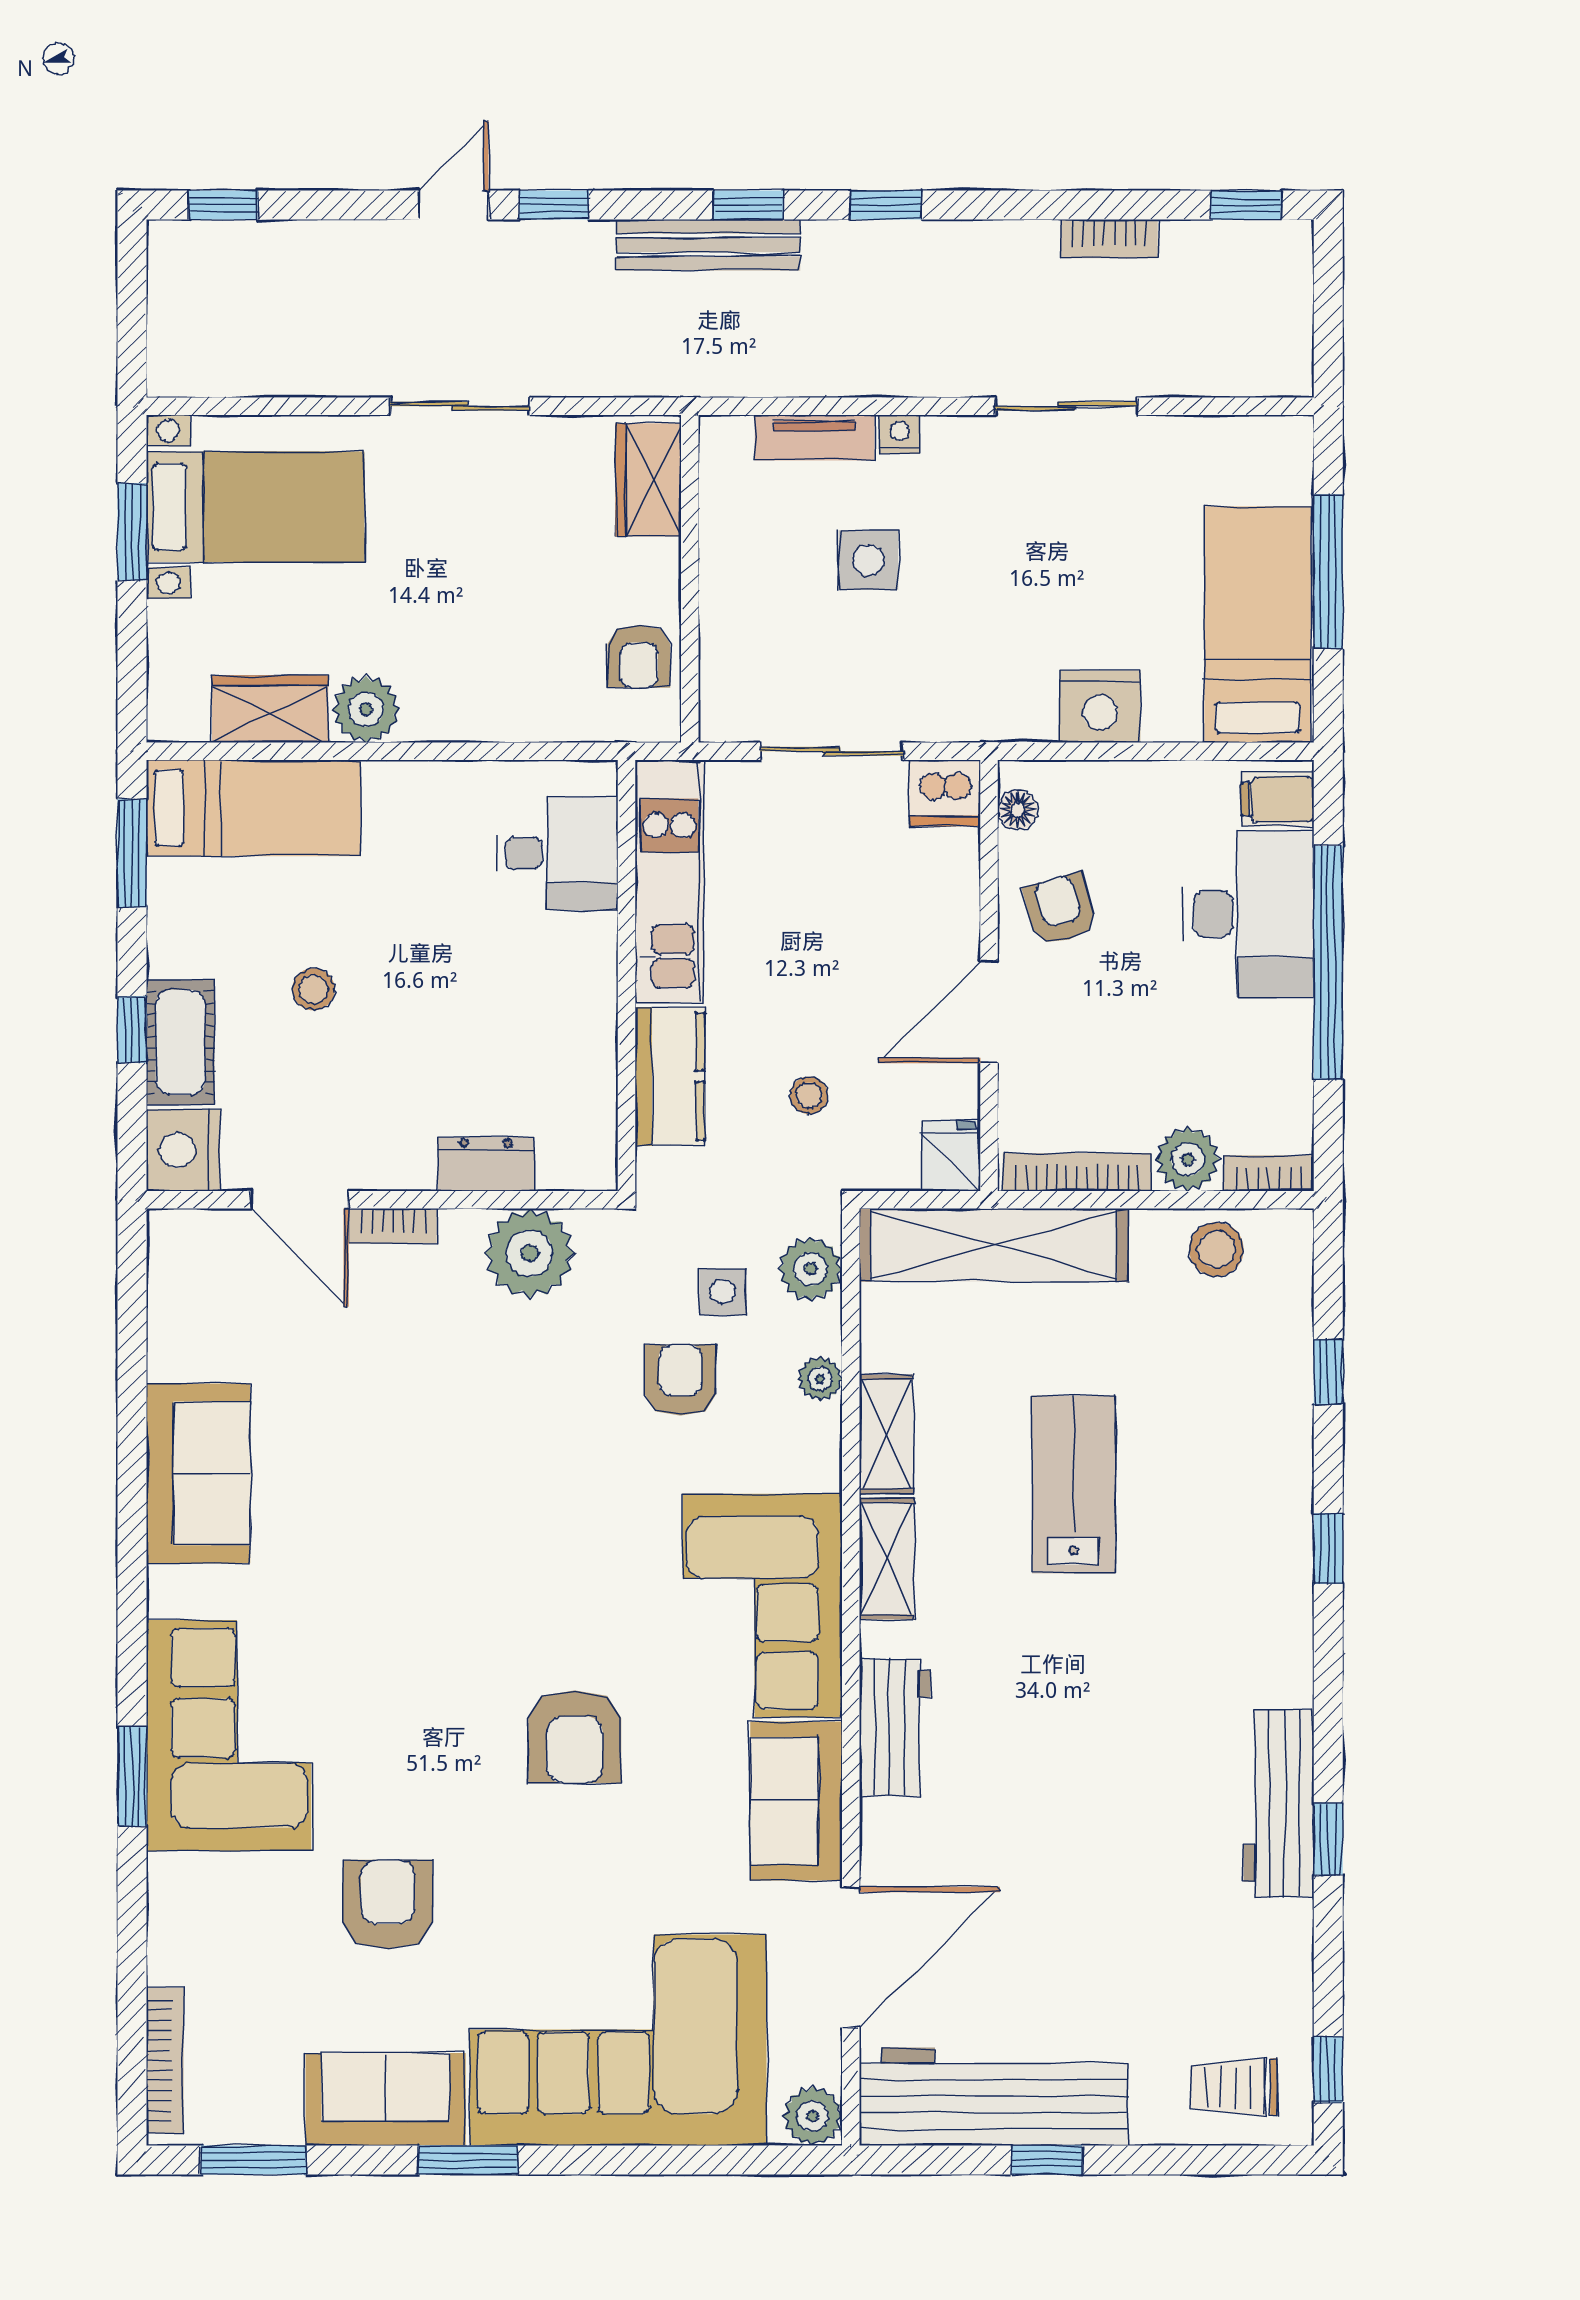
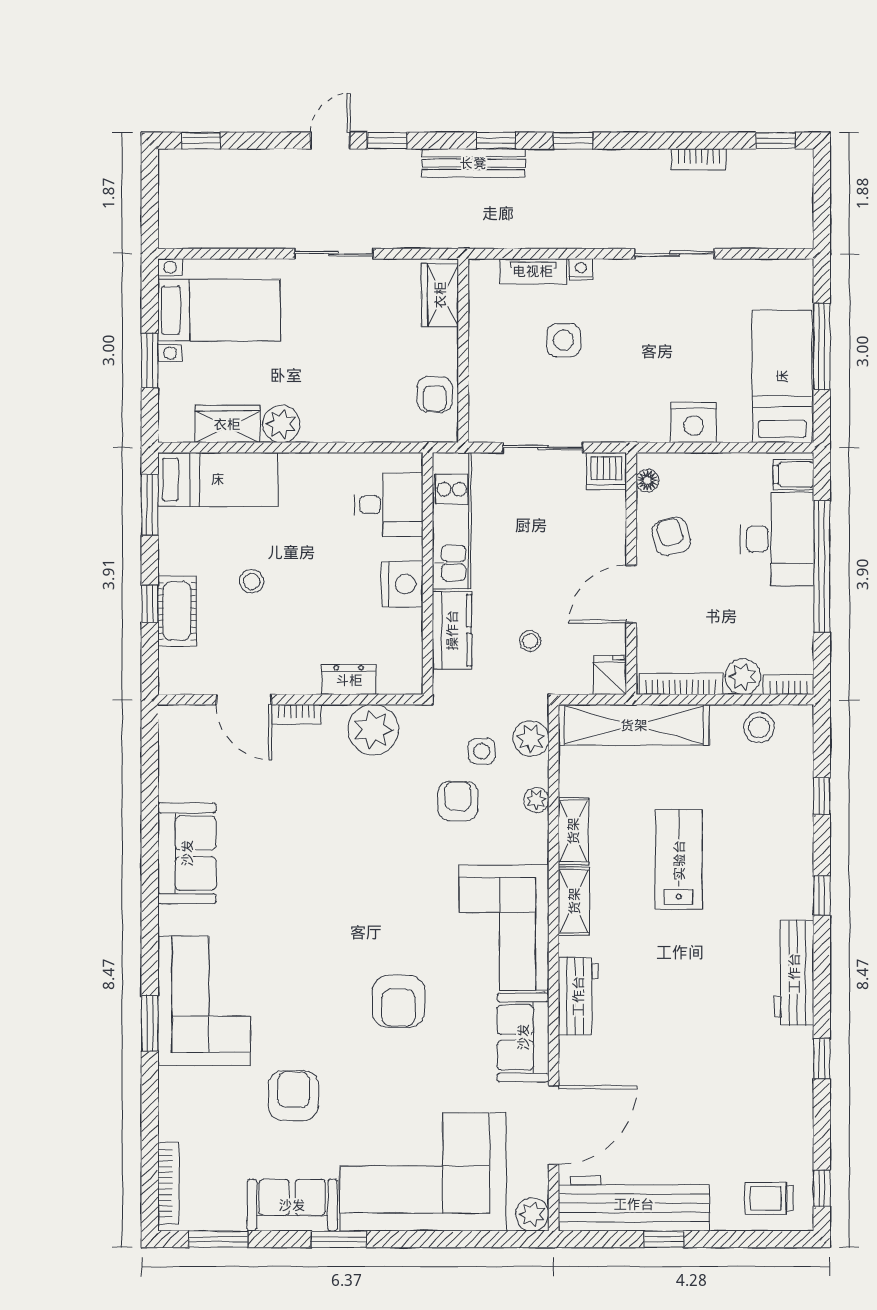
window: (132, 532) -> (150, 361), moved
nightstand: (183, 1150) -> (402, 584), moved, turned 180
workbench: (1279, 1803) -> (794, 973), moved

